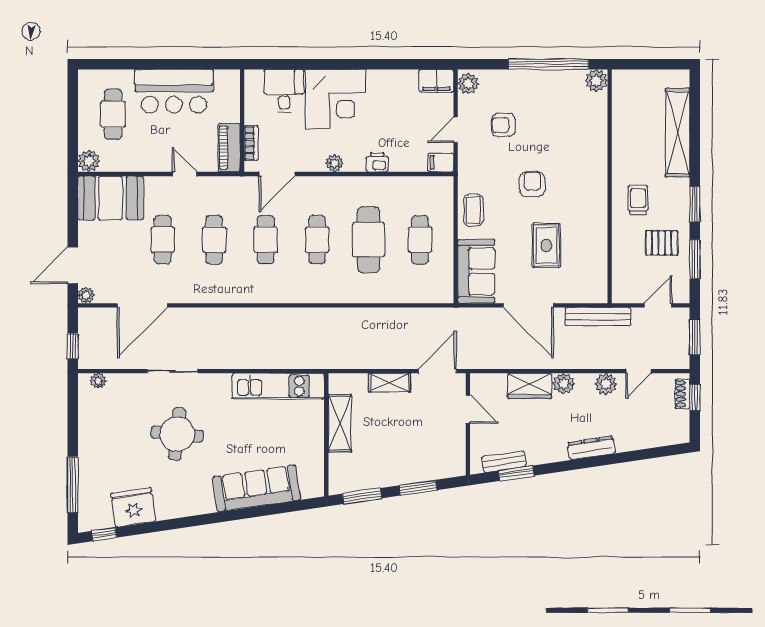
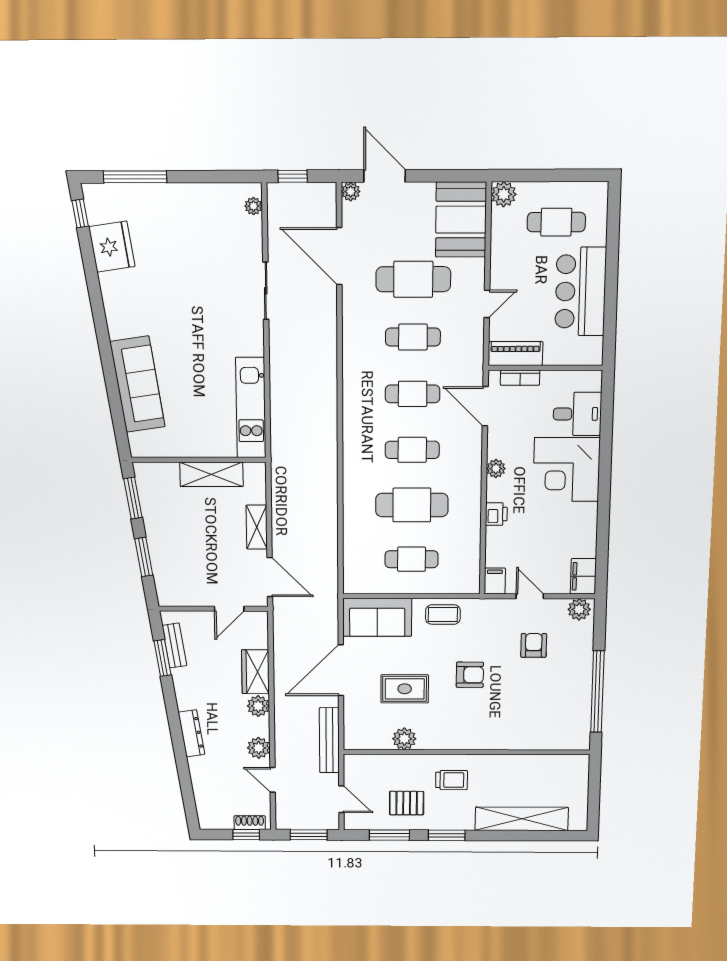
plant: (596, 81) -> (404, 739), moved
cafe table: (163, 240) -> (413, 279), width x1.37, depth x1.35
pallet: (662, 243) -> (407, 803), turned 90
round table: (177, 434) -> (195, 296), removed

